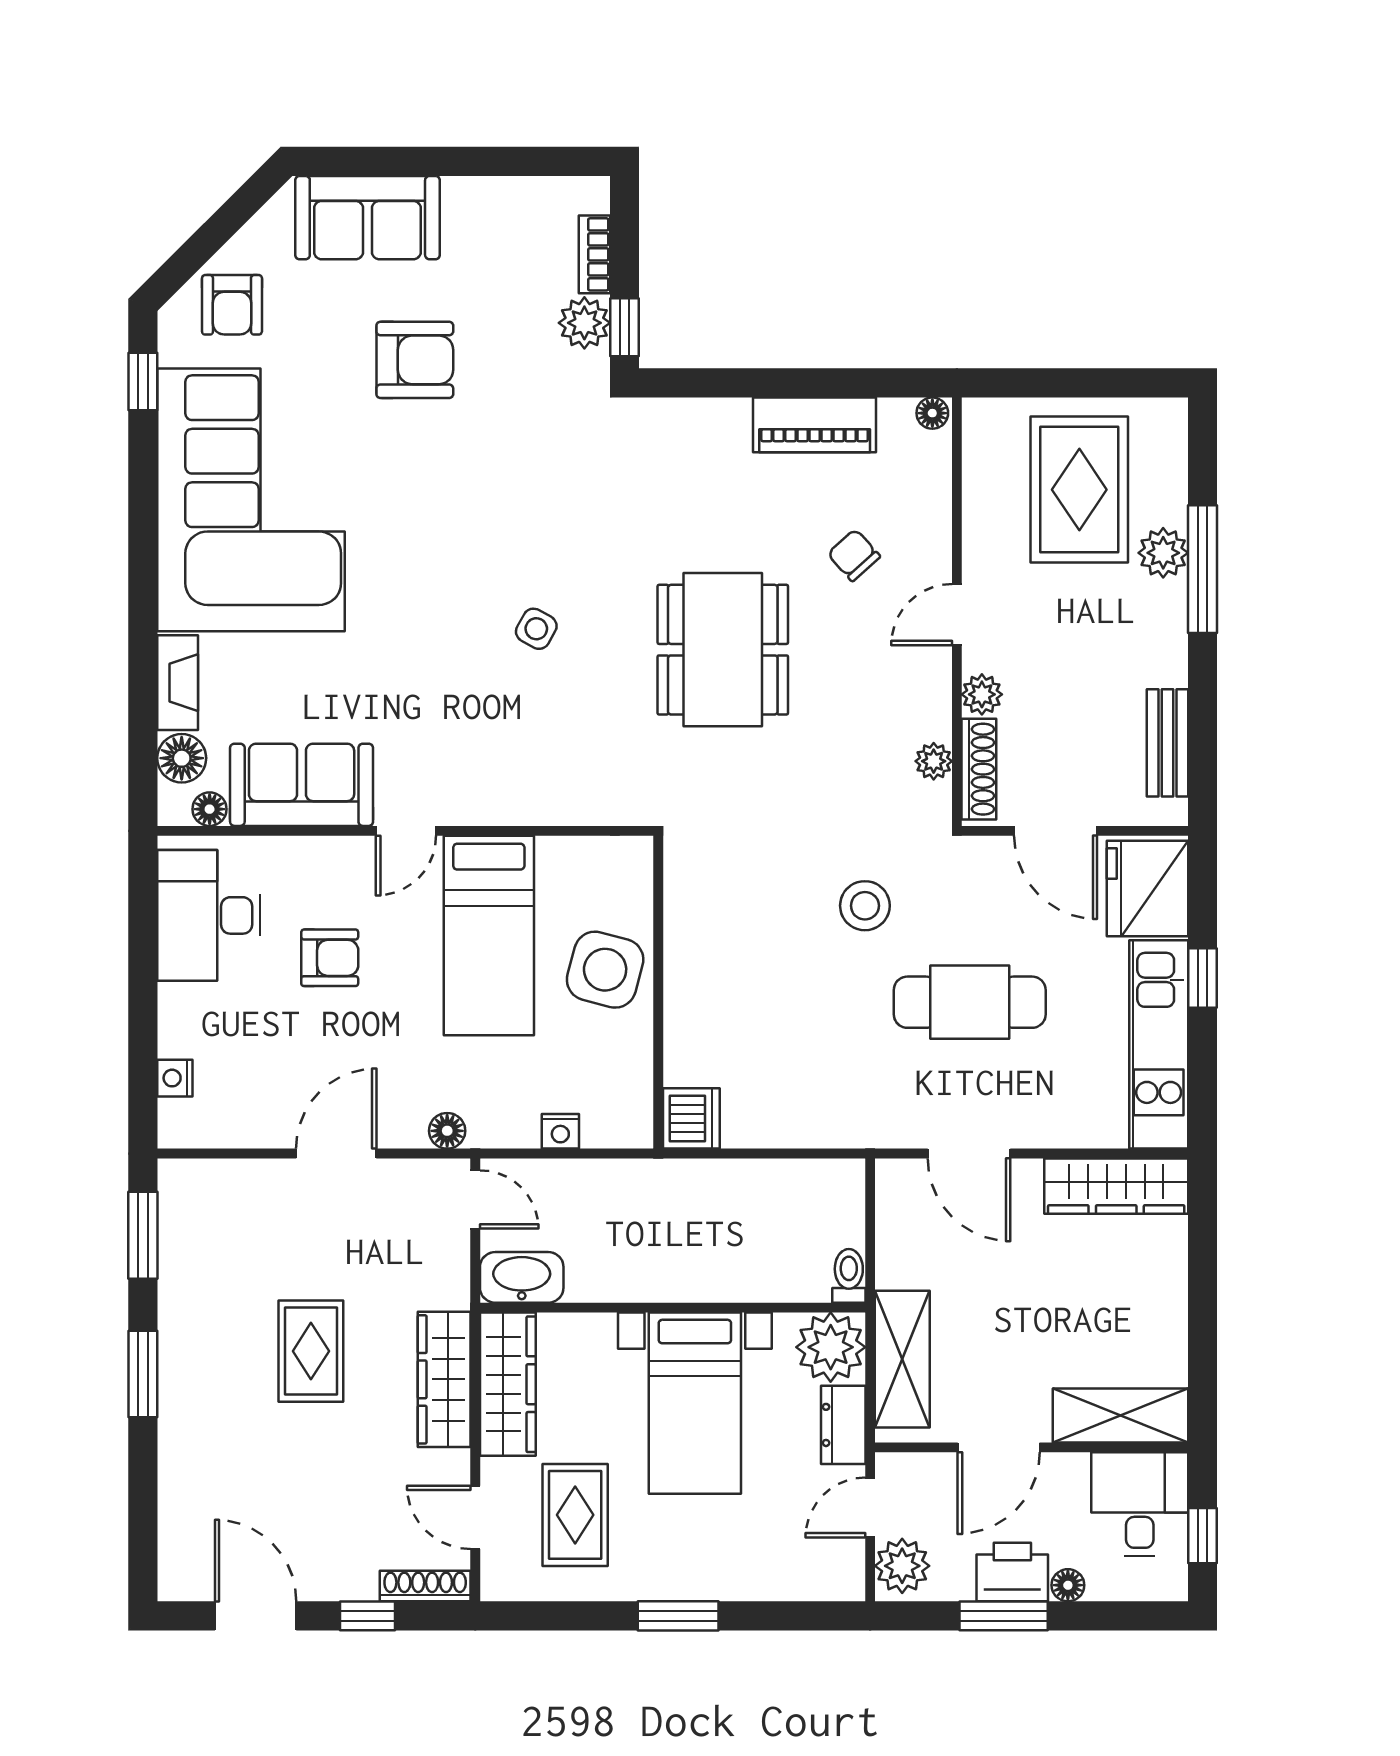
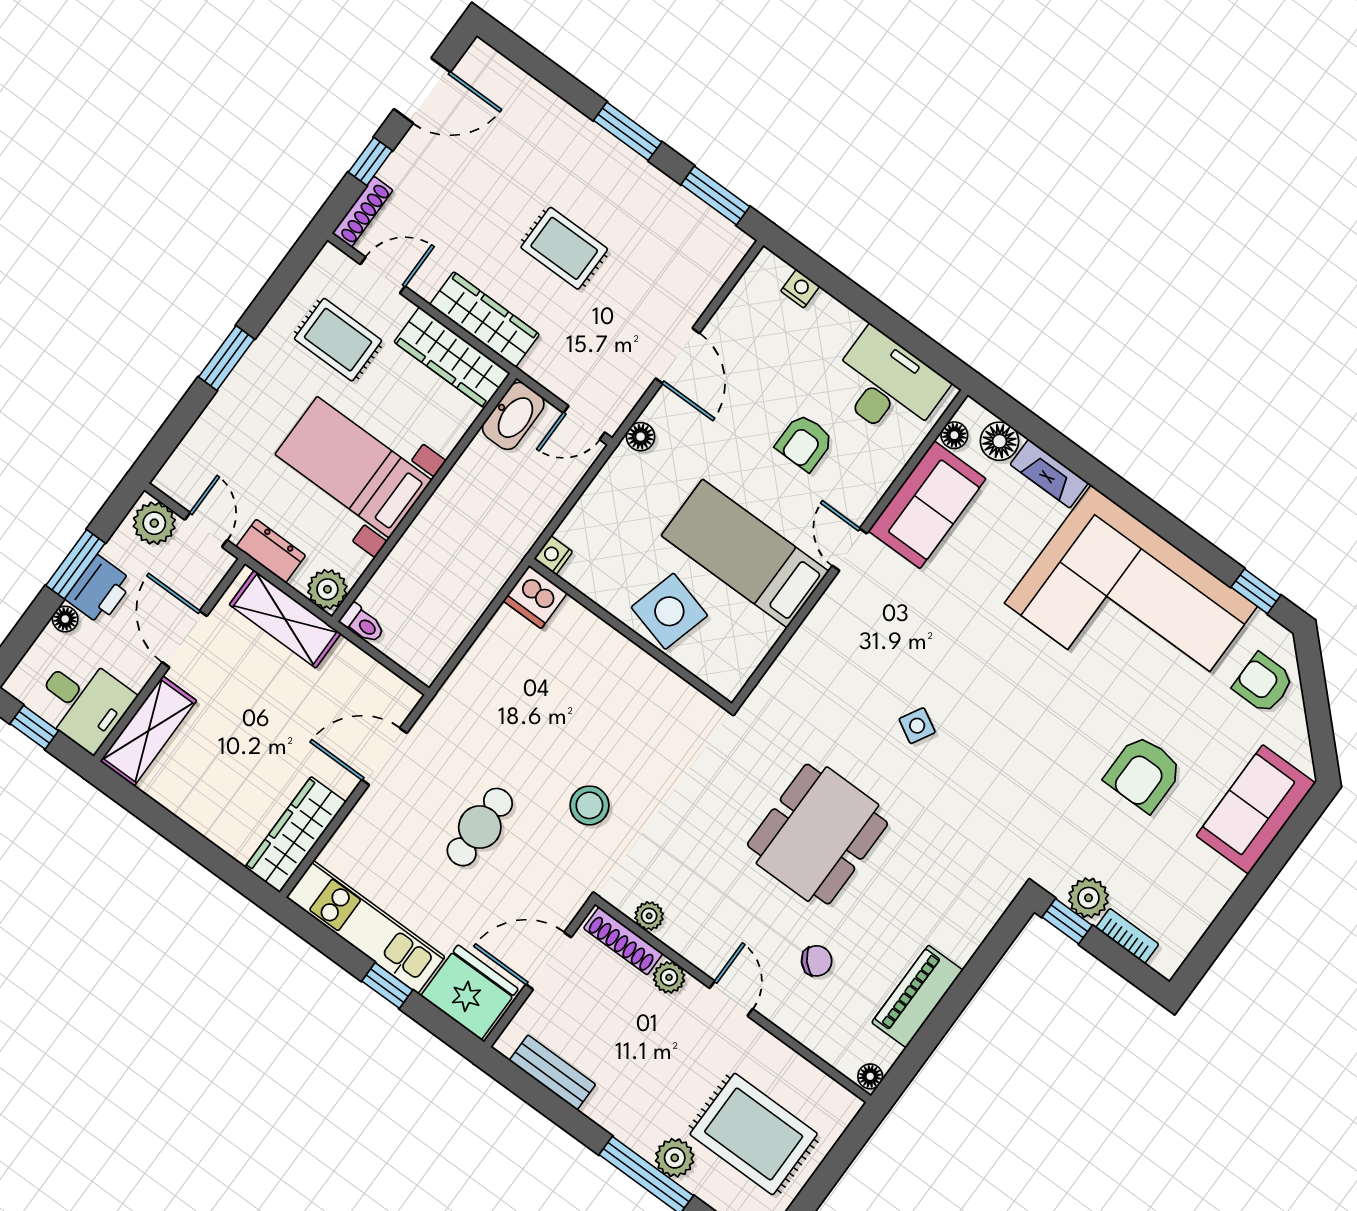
dining table: (723, 650) -> (817, 834), turned 90
cafe table: (970, 1002) -> (480, 827), width x0.73, depth x0.74
nightstand: (560, 1131) -> (553, 555), moved
plant: (831, 1347) -> (327, 589), width x0.73, depth x0.73

